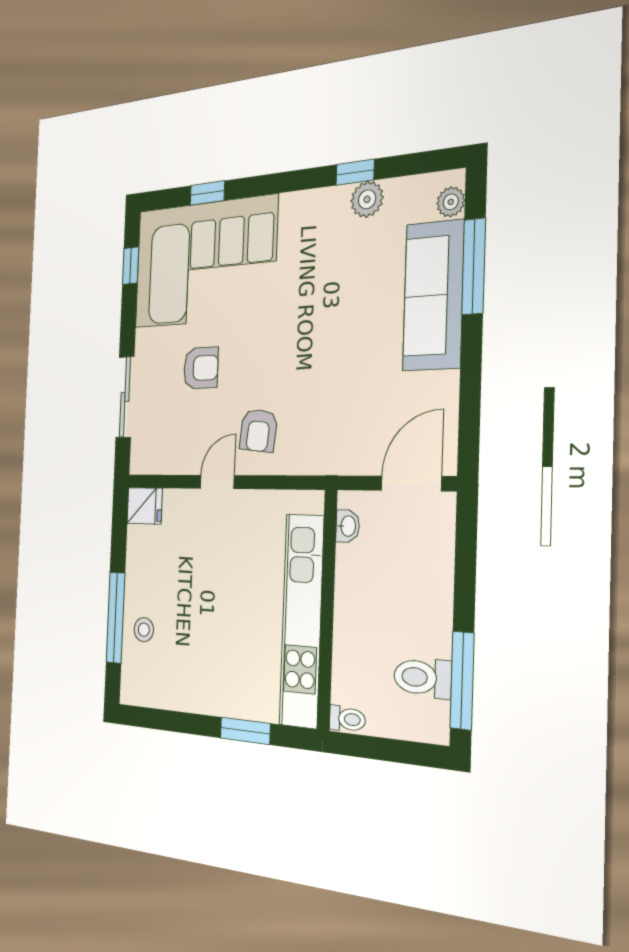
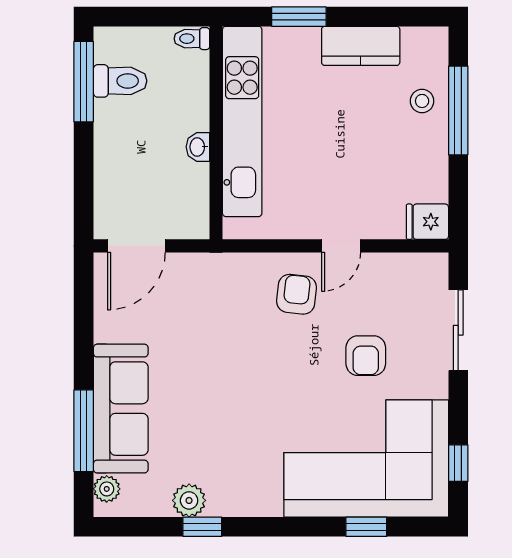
armchair: (201, 368) -> (366, 356), turned -90
washbasin: (348, 526) -> (198, 147), moved
kitchen counter: (192, 693) -> (361, 46), added

